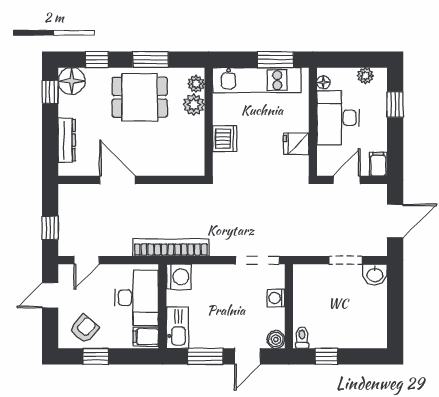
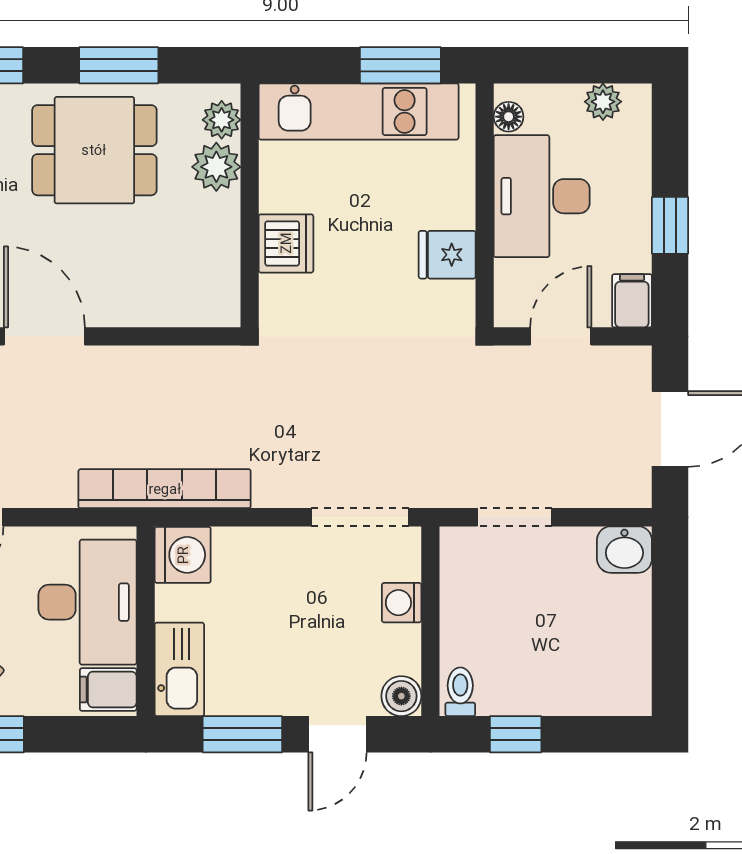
window: (395, 104) -> (670, 225), moved
doorway: (346, 260) -> (515, 517), moved

